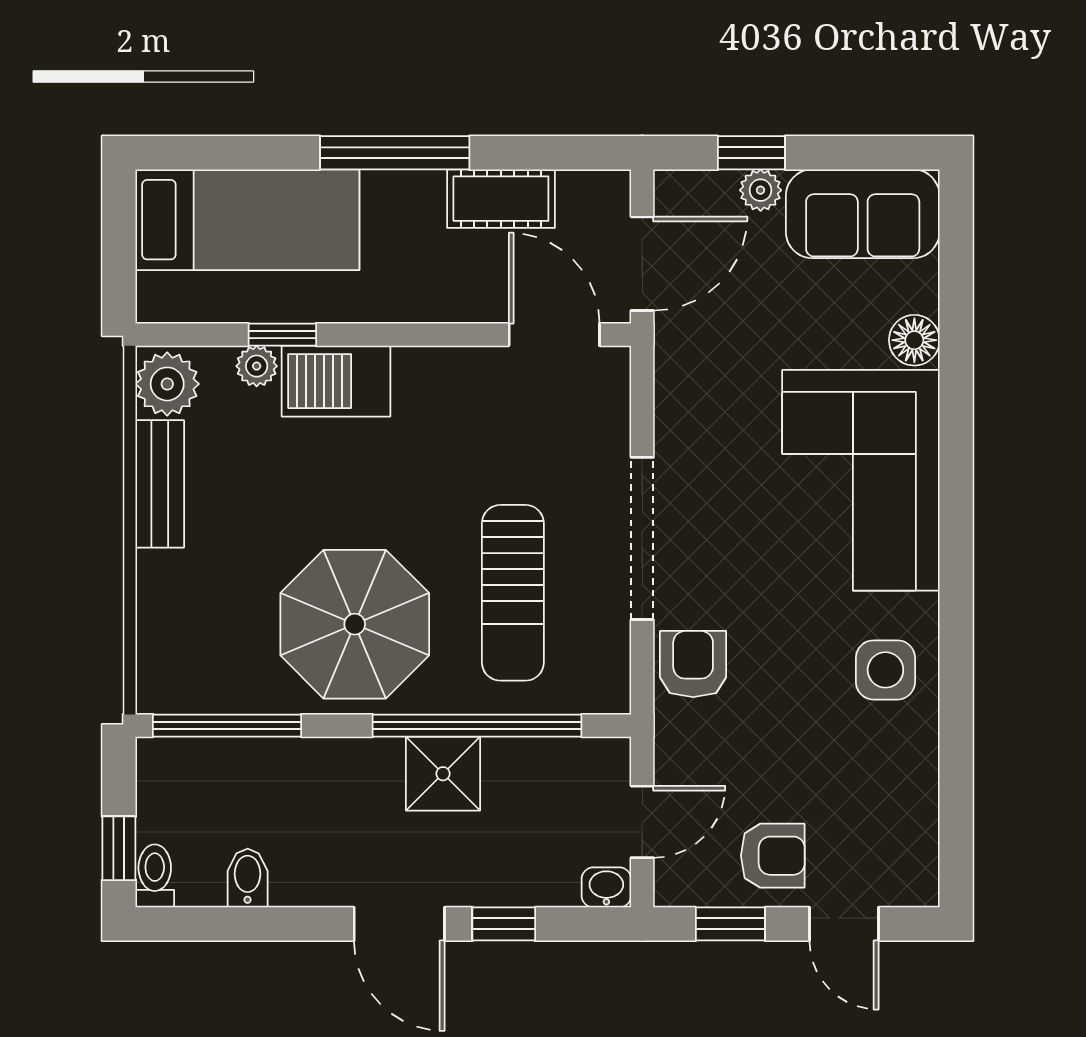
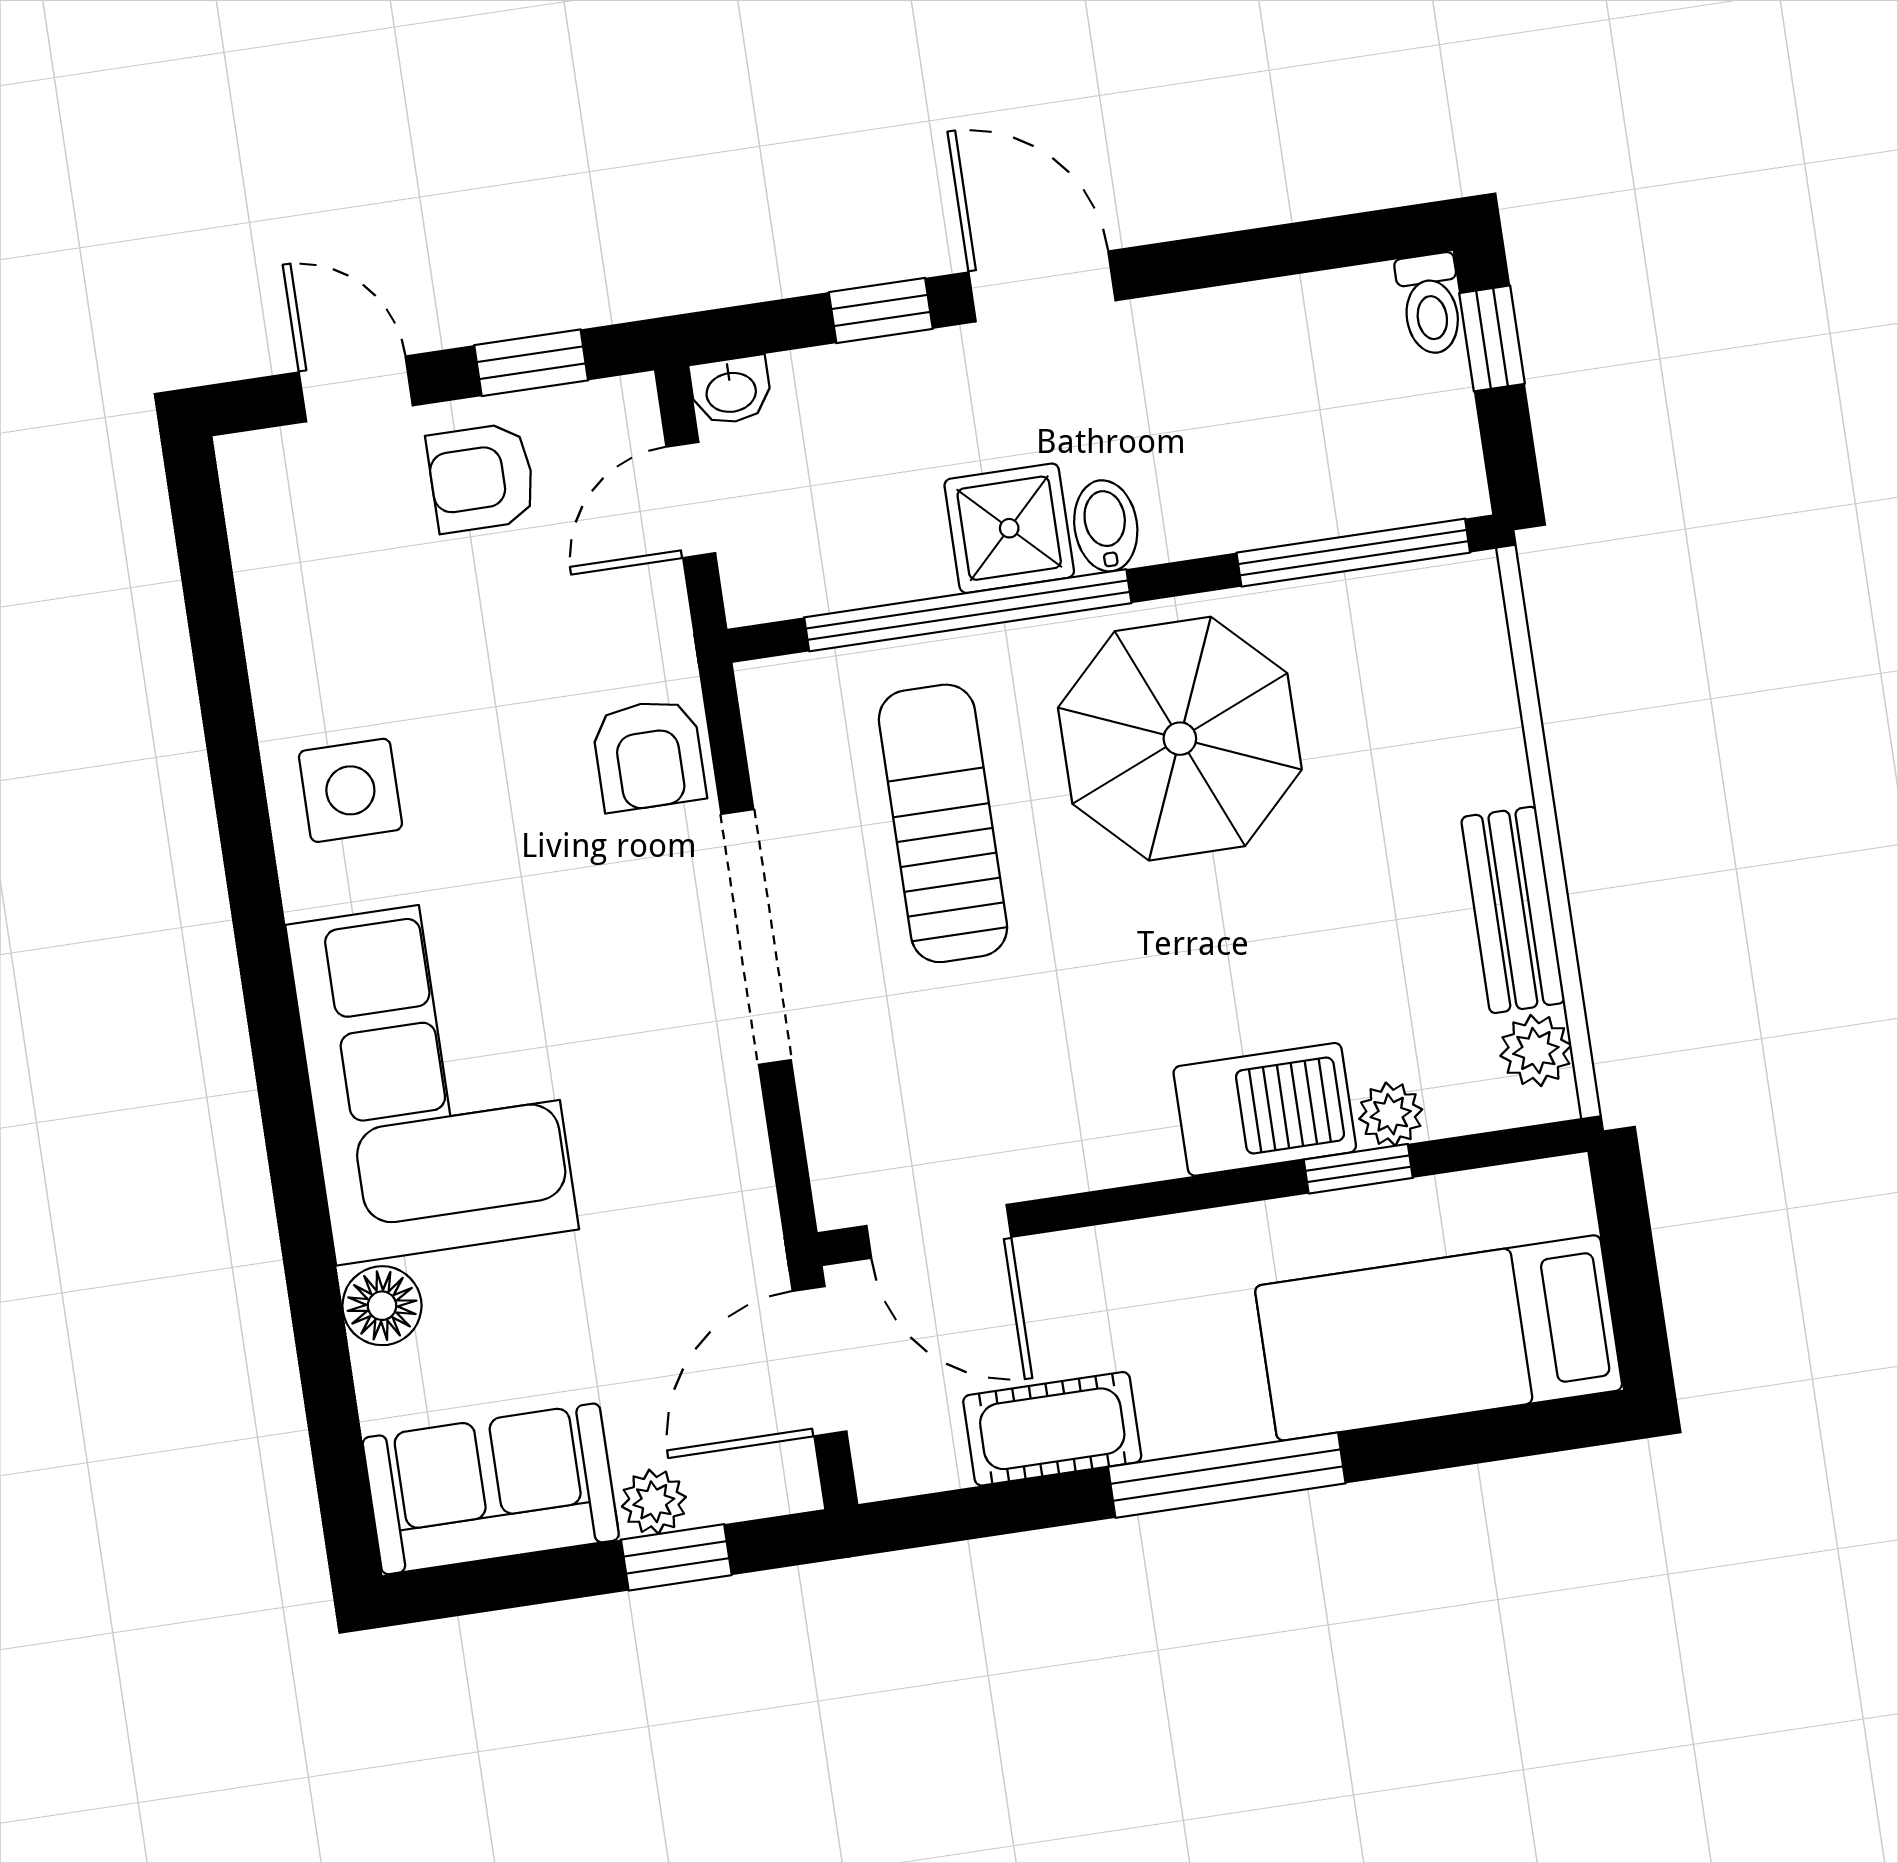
plant: (167, 384) -> (1536, 1051), width x0.73, depth x0.73
bidet: (248, 878) -> (1106, 526), moved, turned 180

